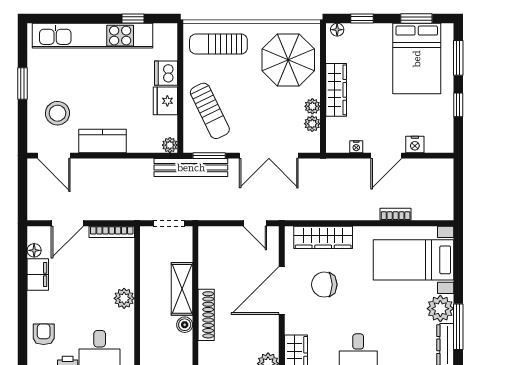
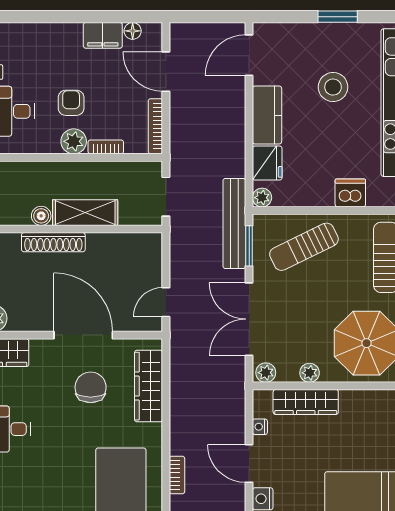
wardrobe: (336, 90) -> (306, 402), moved
fridge: (165, 101) -> (267, 163), moved, turned 90
stool: (57, 113) -> (333, 87), moved
plant: (312, 124) -> (266, 373), moved
bookcase: (129, 272) -> (106, 147), added
armchair: (44, 334) -> (71, 103), moved, turned -90

